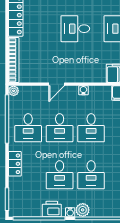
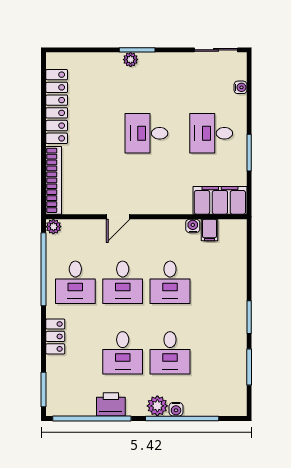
water cooler: (83, 90) -> (193, 226), moved
water cooler: (70, 212) -> (176, 409), moved

